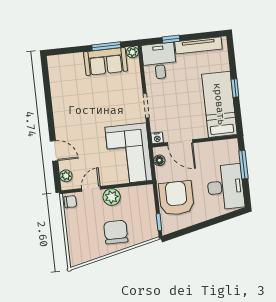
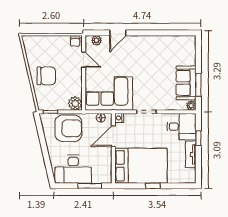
tv unit: (198, 45) -> (191, 154), width x0.71
bed: (219, 104) -> (141, 166), width x1.50
plant: (112, 197) -> (75, 103), moved

